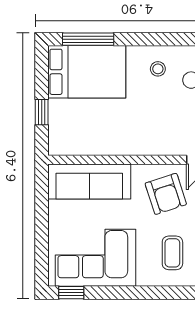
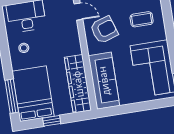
window: (42, 112) -> (52, 121), moved
wardrobe: (91, 142) -> (78, 84), added

